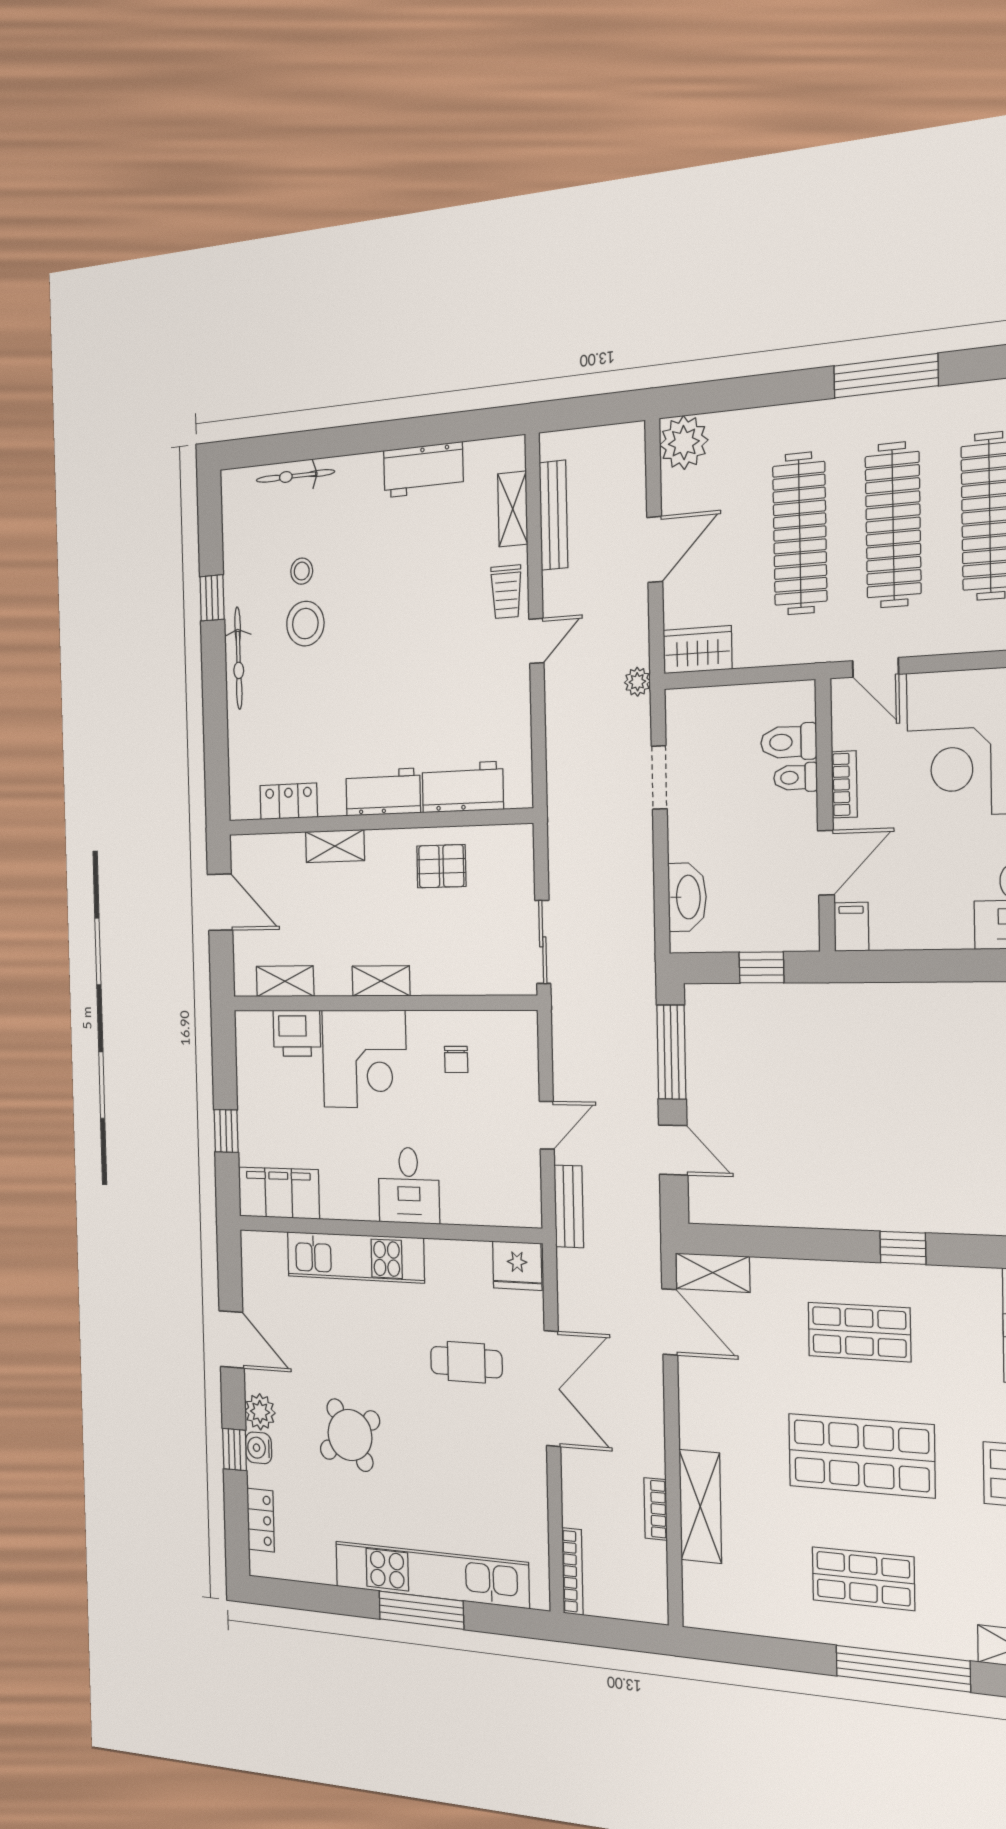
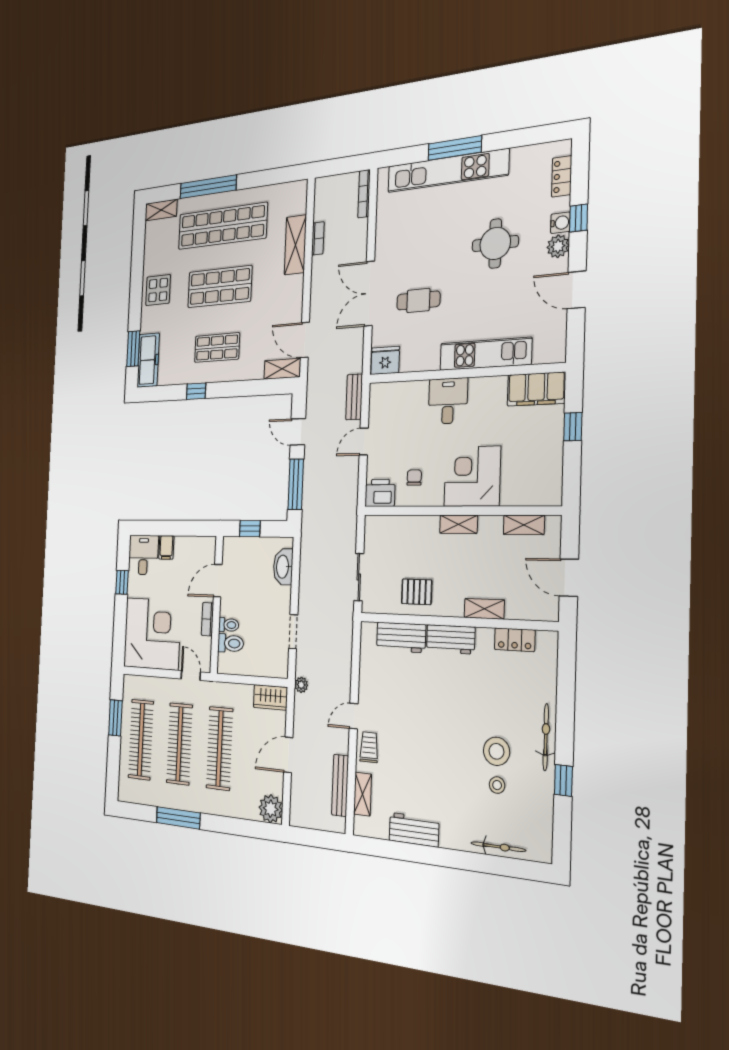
filing cabinet: (851, 927) -> (166, 547), moved
sliding door: (543, 942) -> (359, 577), moved
printer: (297, 1033) -> (380, 493), moved
round table: (350, 1435) -> (495, 243), turned 33
shop shelf: (863, 1579) -> (222, 226), width x2.00, depth x1.36

